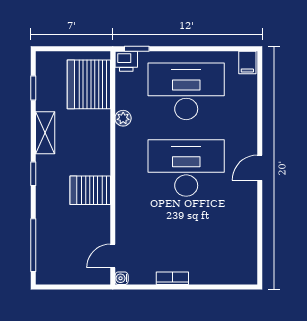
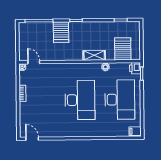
server rack: (89, 84) -> (123, 49), width x0.63
shelving: (45, 133) -> (94, 55), moved
door: (260, 168) -> (32, 139), moved
server rack: (90, 190) -> (61, 32), moved, turned 180

